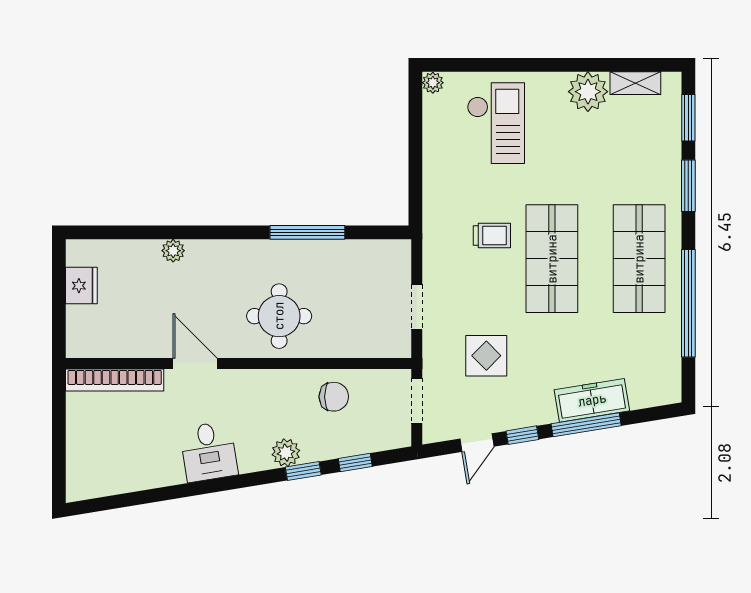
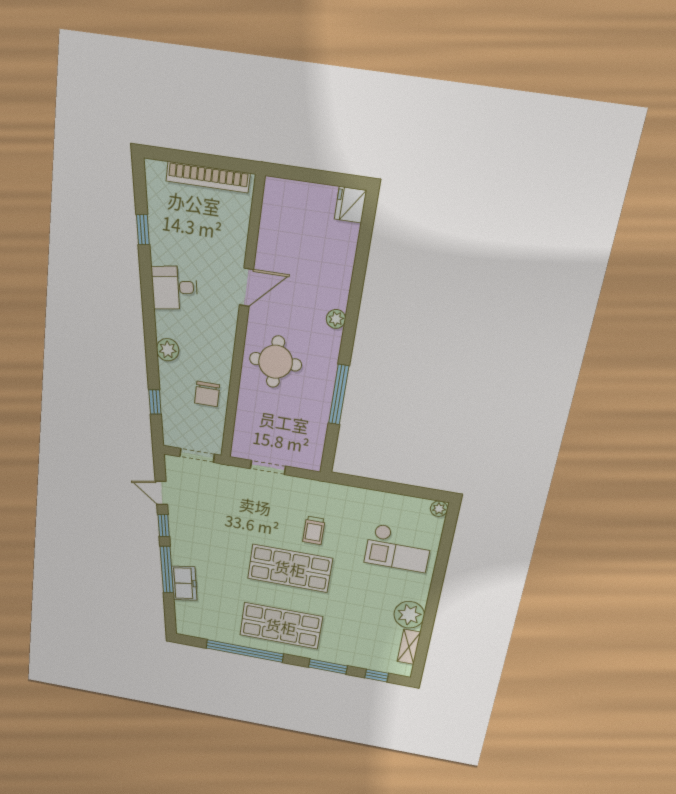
window: (688, 118) -> (377, 676), width x0.67
plant: (173, 251) -> (336, 319), moved
fridge: (81, 286) -> (350, 205), moved, turned 90
display table: (486, 356) -> (225, 511), removed
bookcase: (115, 380) -> (208, 177), moved, turned -90
freezer: (592, 400) -> (184, 583), width x0.71
window: (303, 471) -> (143, 230), moved

